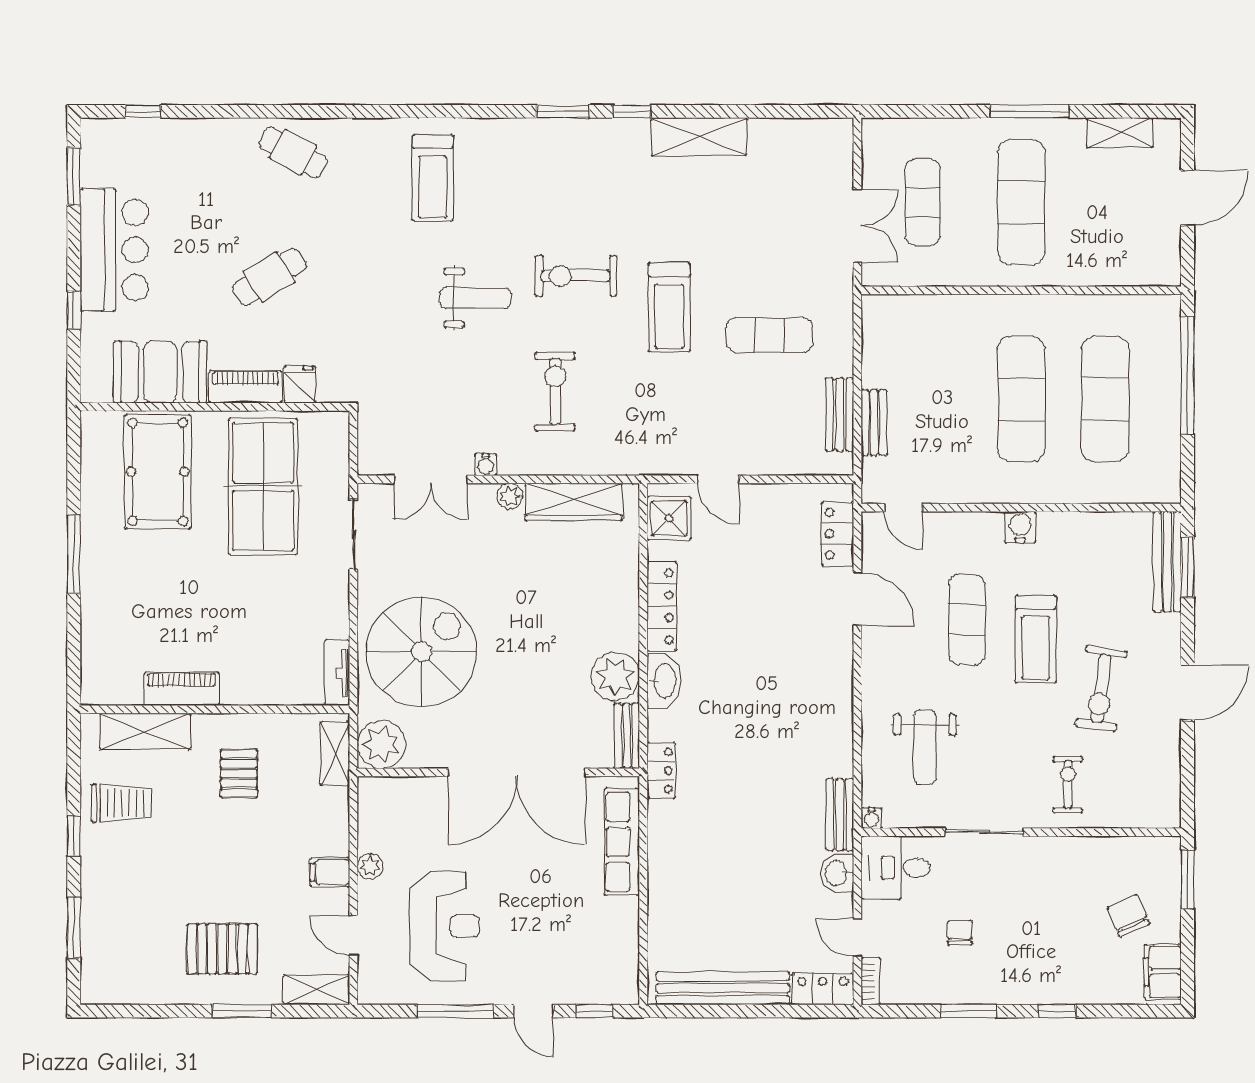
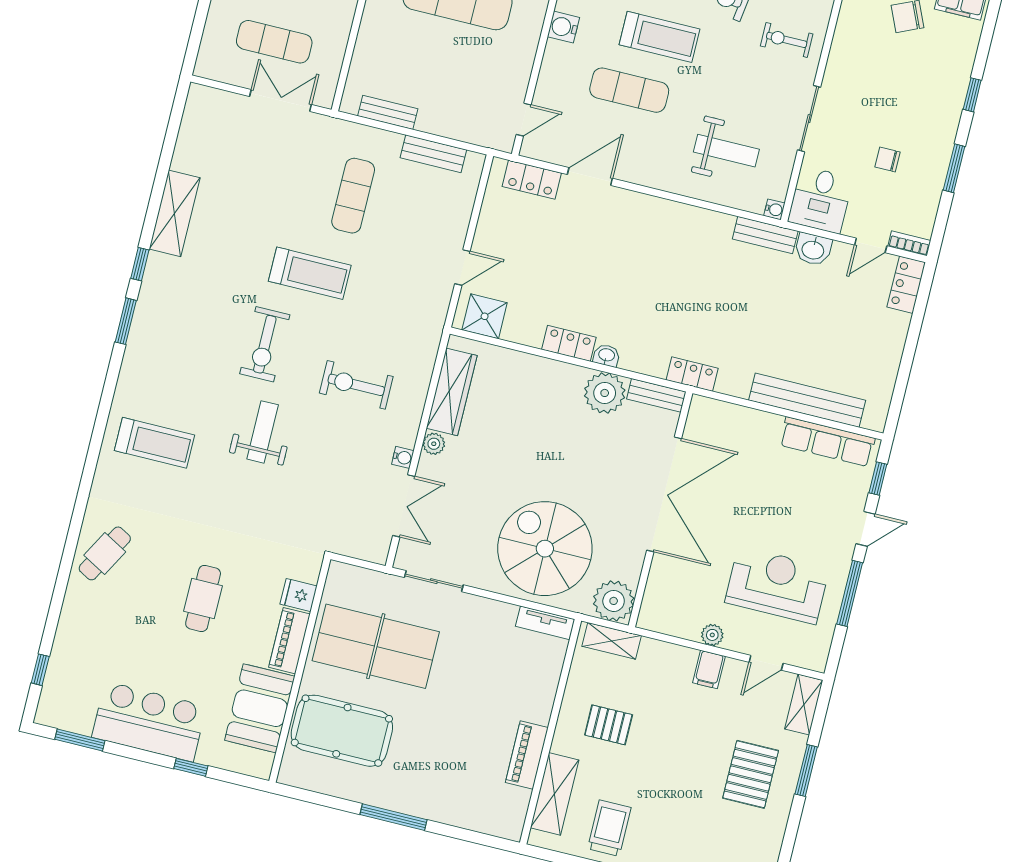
cafe table: (269, 277) -> (203, 598), turned 32
bench: (874, 423) -> (388, 112), moved
locker: (662, 606) -> (569, 343), width x0.66
washbasin: (664, 681) -> (606, 355), width x0.52, depth x0.69
row of seats: (622, 842) -> (827, 442), moved
bench: (723, 988) -> (807, 400), moved, turned 90

